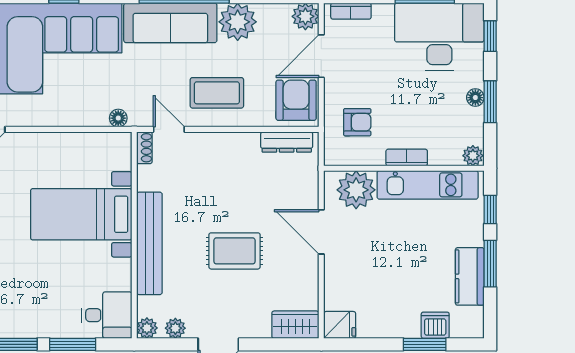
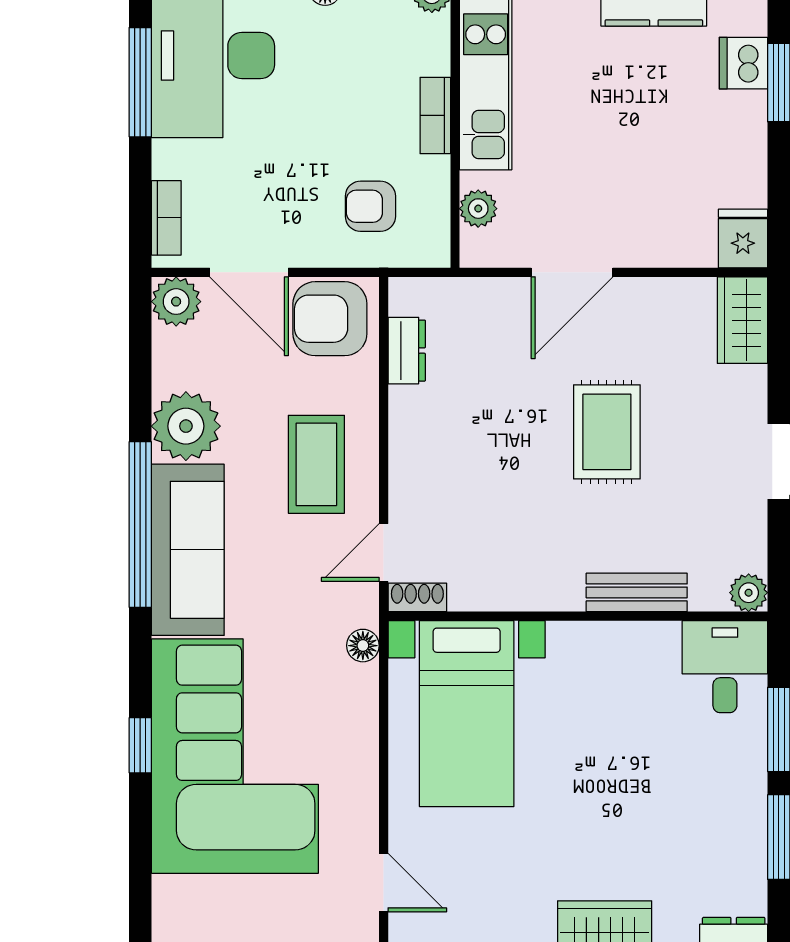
armchair: (357, 122) -> (370, 206), turned -90
dresser: (287, 142) -> (407, 351), width x0.70
plant: (356, 190) -> (478, 209), width x0.53, depth x0.53
bed with nightstands: (81, 214) -> (467, 714), moved
bench: (149, 243) -> (637, 592), width x0.54, depth x0.82
plant: (175, 328) -> (749, 541), removed

